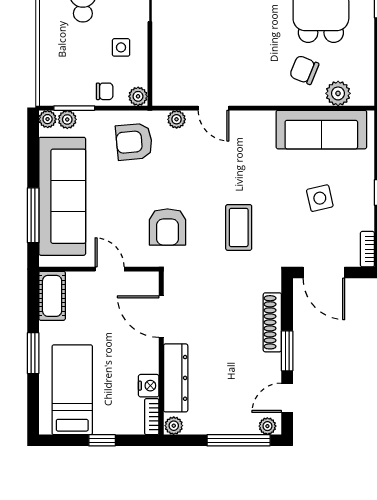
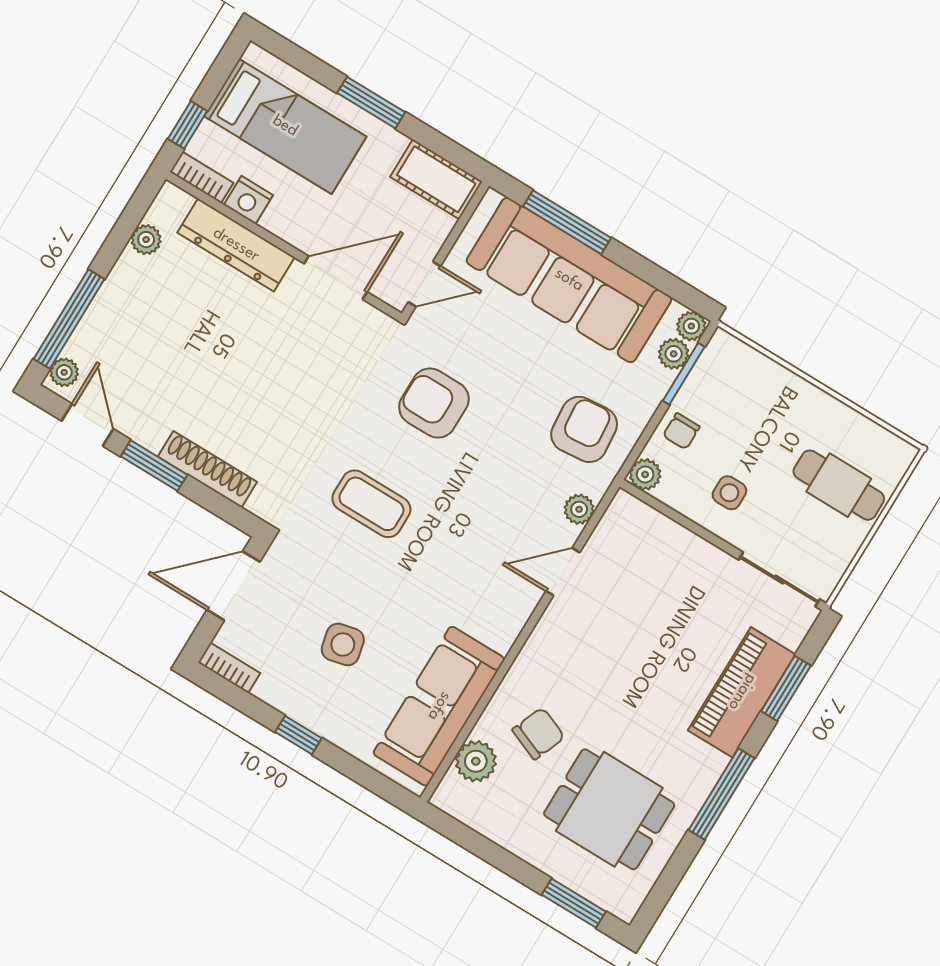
door: (161, 317) -> (336, 278), moved
wall: (161, 353) -> (284, 246), moved
dresser: (176, 378) -> (236, 245), moved
nightstand: (149, 386) -> (248, 200), moved
bookcase: (152, 417) -> (202, 177), moved

